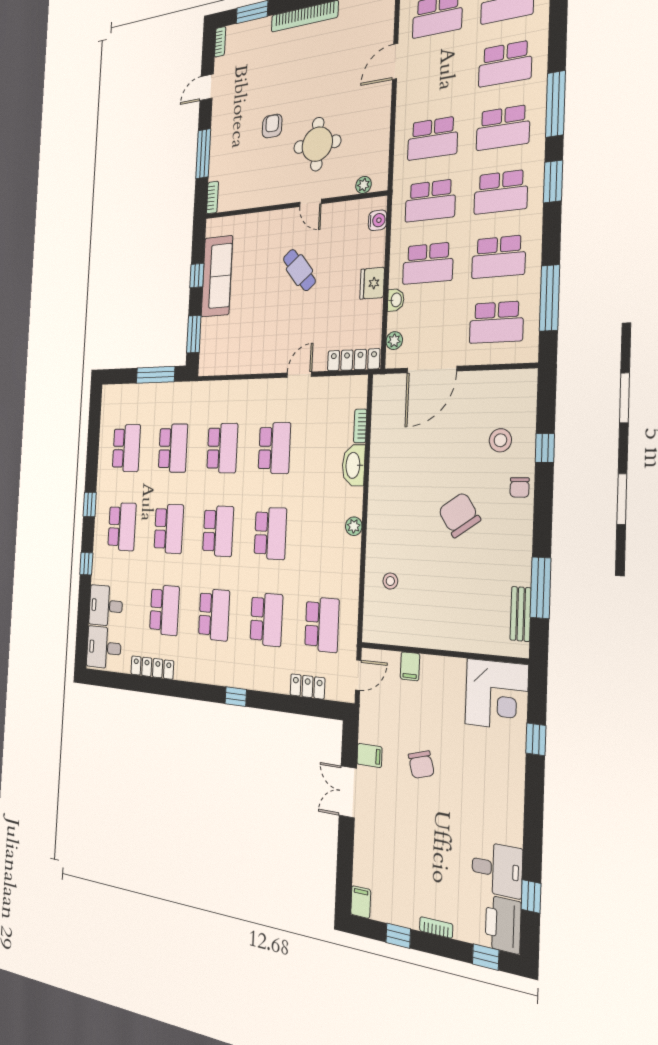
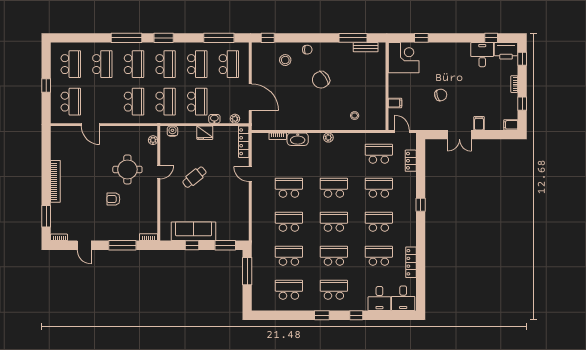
window: (545, 448) -> (268, 38), moved
filing cabinet: (369, 755) -> (479, 123), moved

